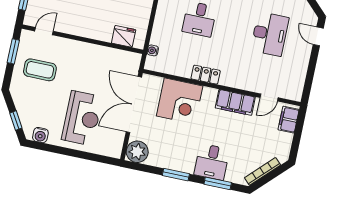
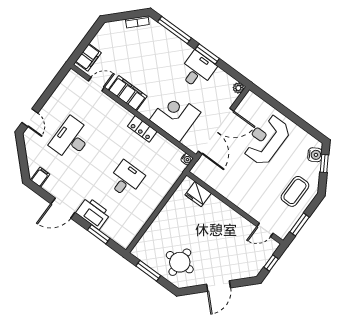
water cooler: (153, 50) -> (187, 159), moved
coffee table: (40, 70) -> (295, 191), moved, turned 90
water cooler: (40, 135) -> (315, 155), moved, turned 59
plant: (137, 152) -> (238, 88), width x0.53, depth x0.53
desk: (212, 162) -> (197, 70), moved
bookcase: (263, 171) -> (137, 22), width x0.64
window: (218, 183) -> (175, 30), width x1.44

